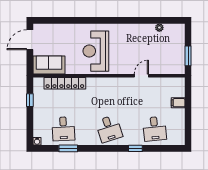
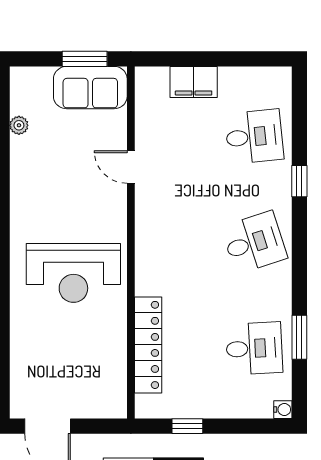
sofa: (49, 65) -> (90, 88), moved, turned -90
filing cabinet: (178, 103) -> (194, 82), width x2.00

